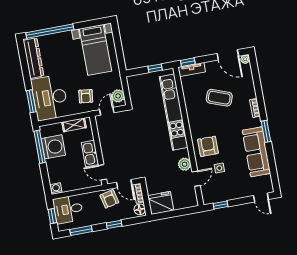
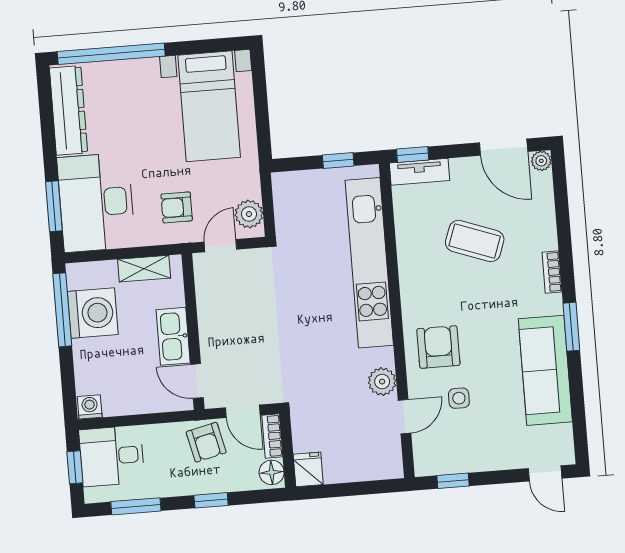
armchair: (86, 96) -> (177, 207), turned 83
fridge: (161, 203) -> (308, 469), width x0.53, depth x0.75

